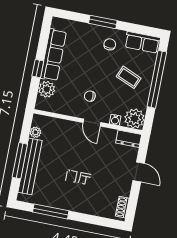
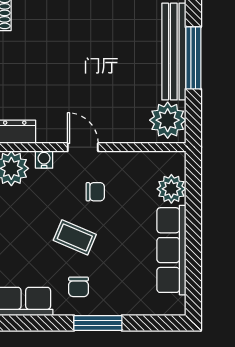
window: (38, 69) -> (193, 221), removed
coffee table: (129, 77) -> (75, 237), moved
plant: (35, 132) -> (168, 120), width x1.88, depth x1.88

